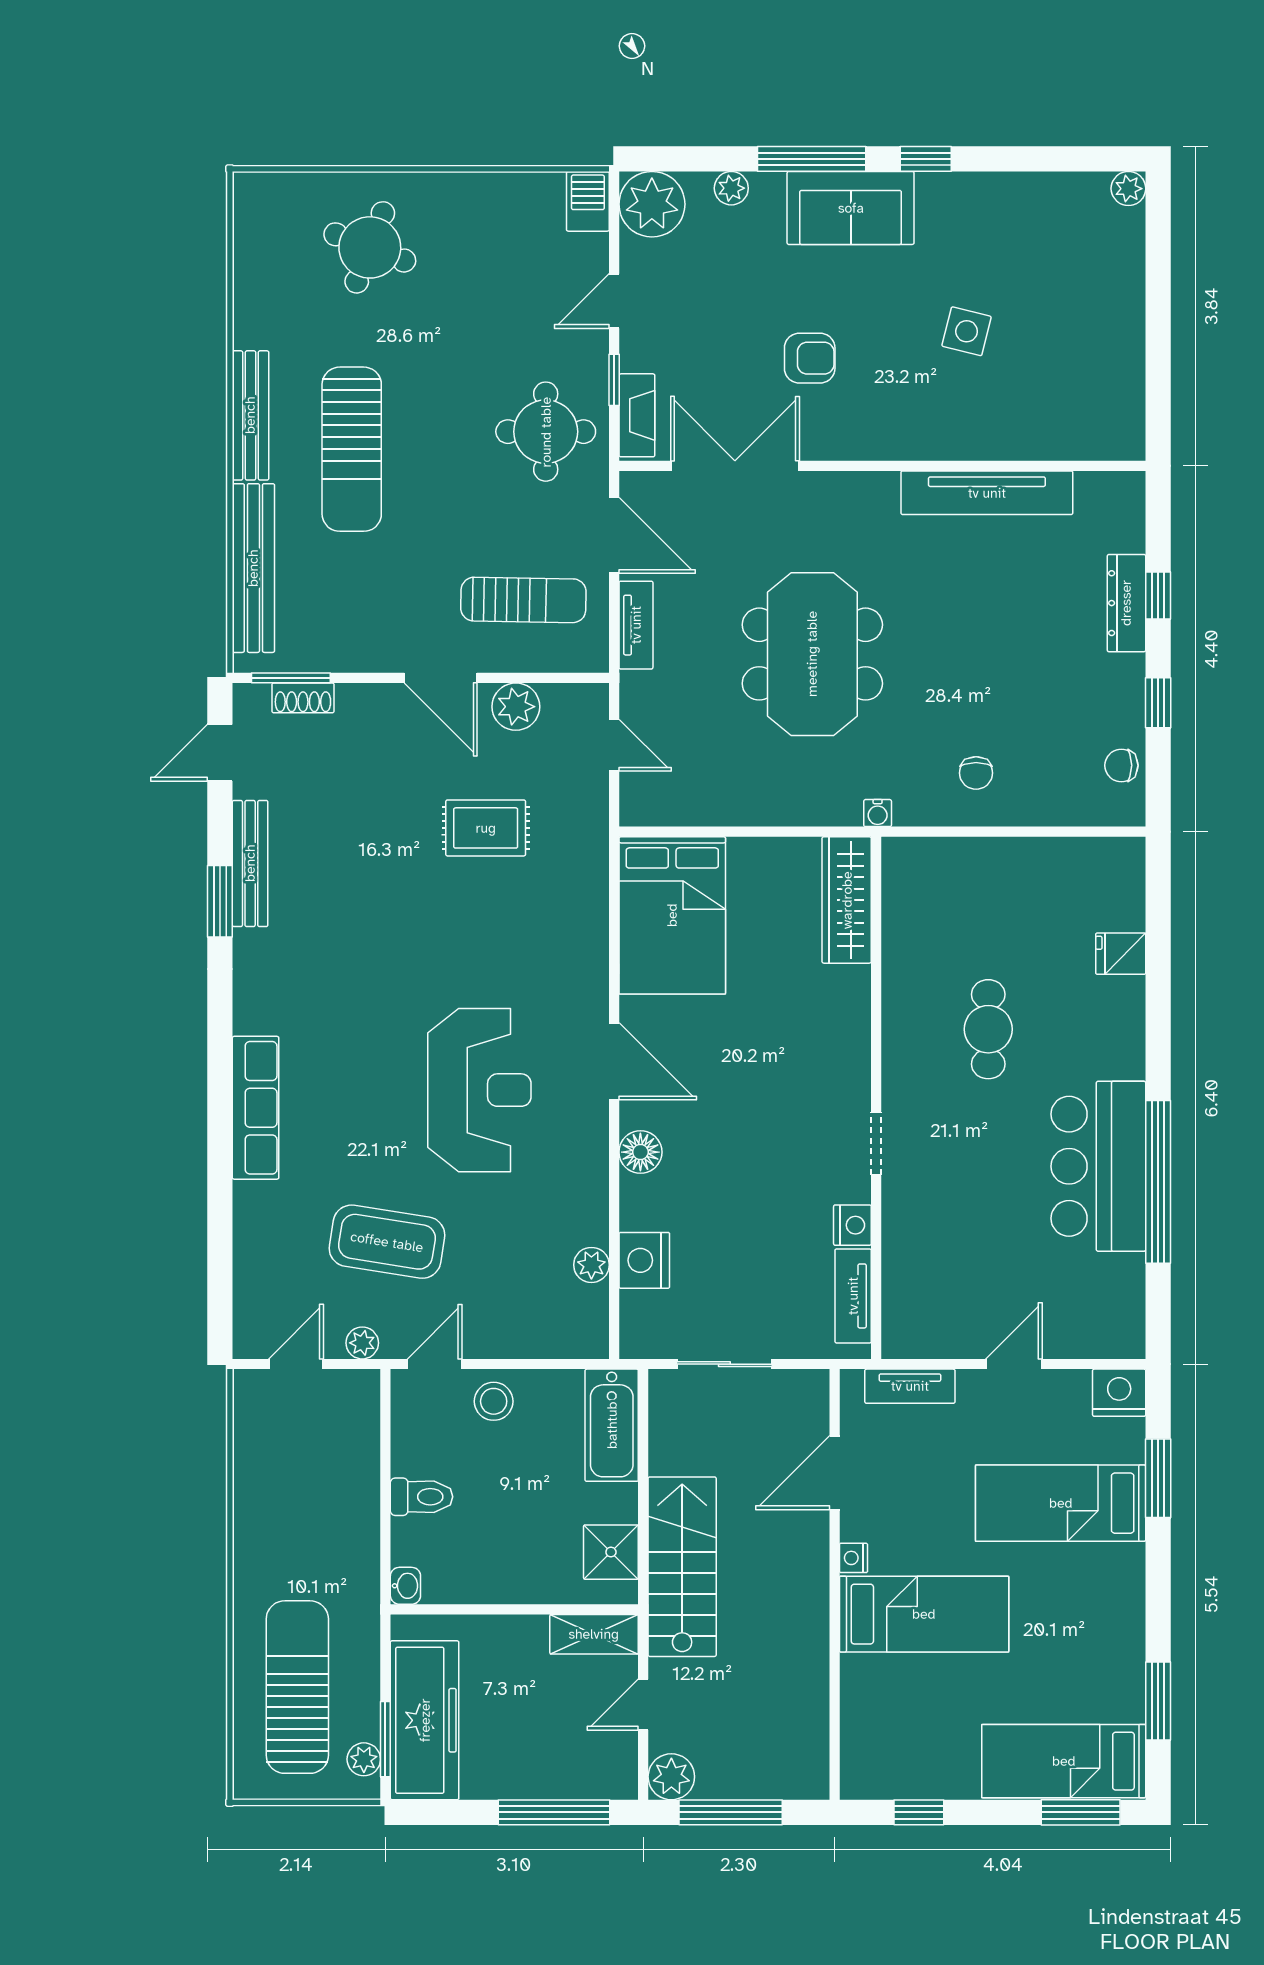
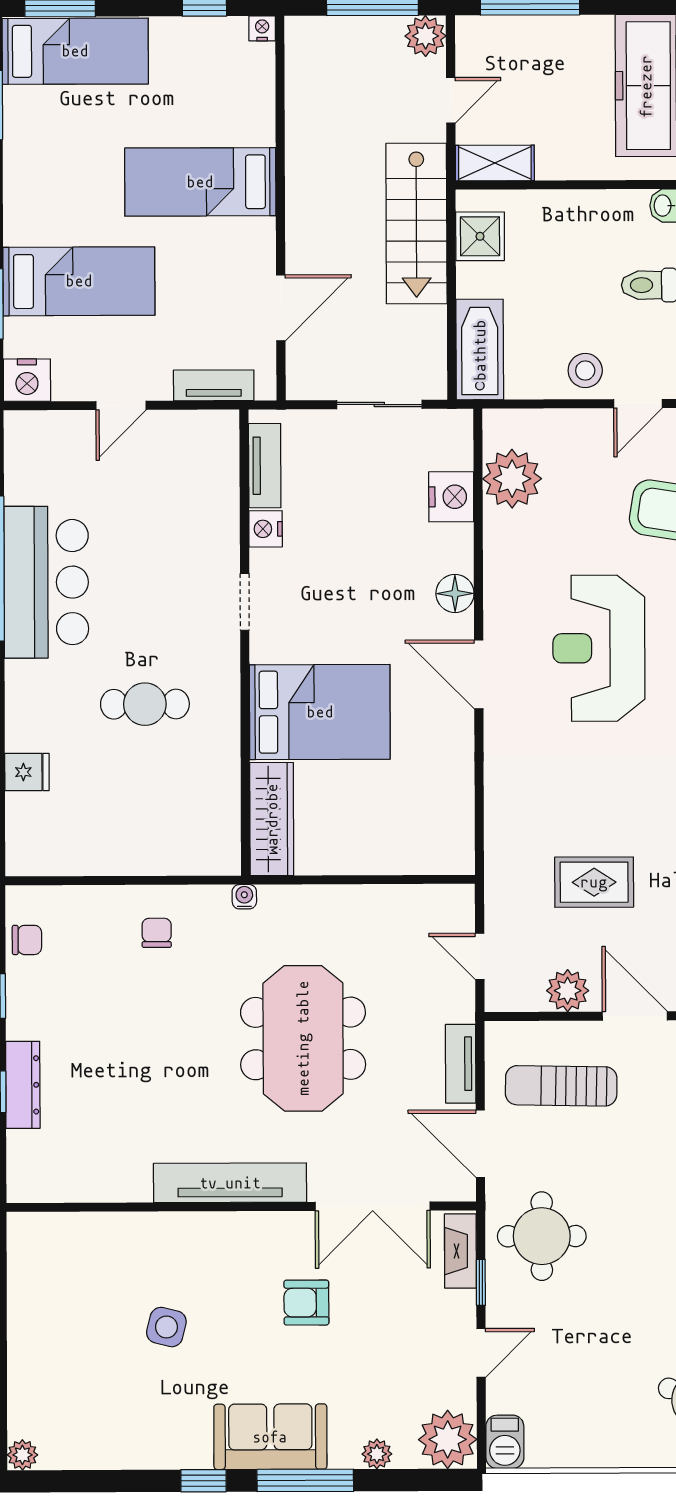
tv unit: (987, 493) -> (230, 1183), moved
bed: (672, 915) -> (320, 712), moved, turned 90
cafe table: (988, 1029) -> (145, 704), turned 90
plant: (591, 1265) -> (512, 479), width x1.88, depth x1.88
nightstand: (853, 1558) -> (262, 28), moved, turned -90

